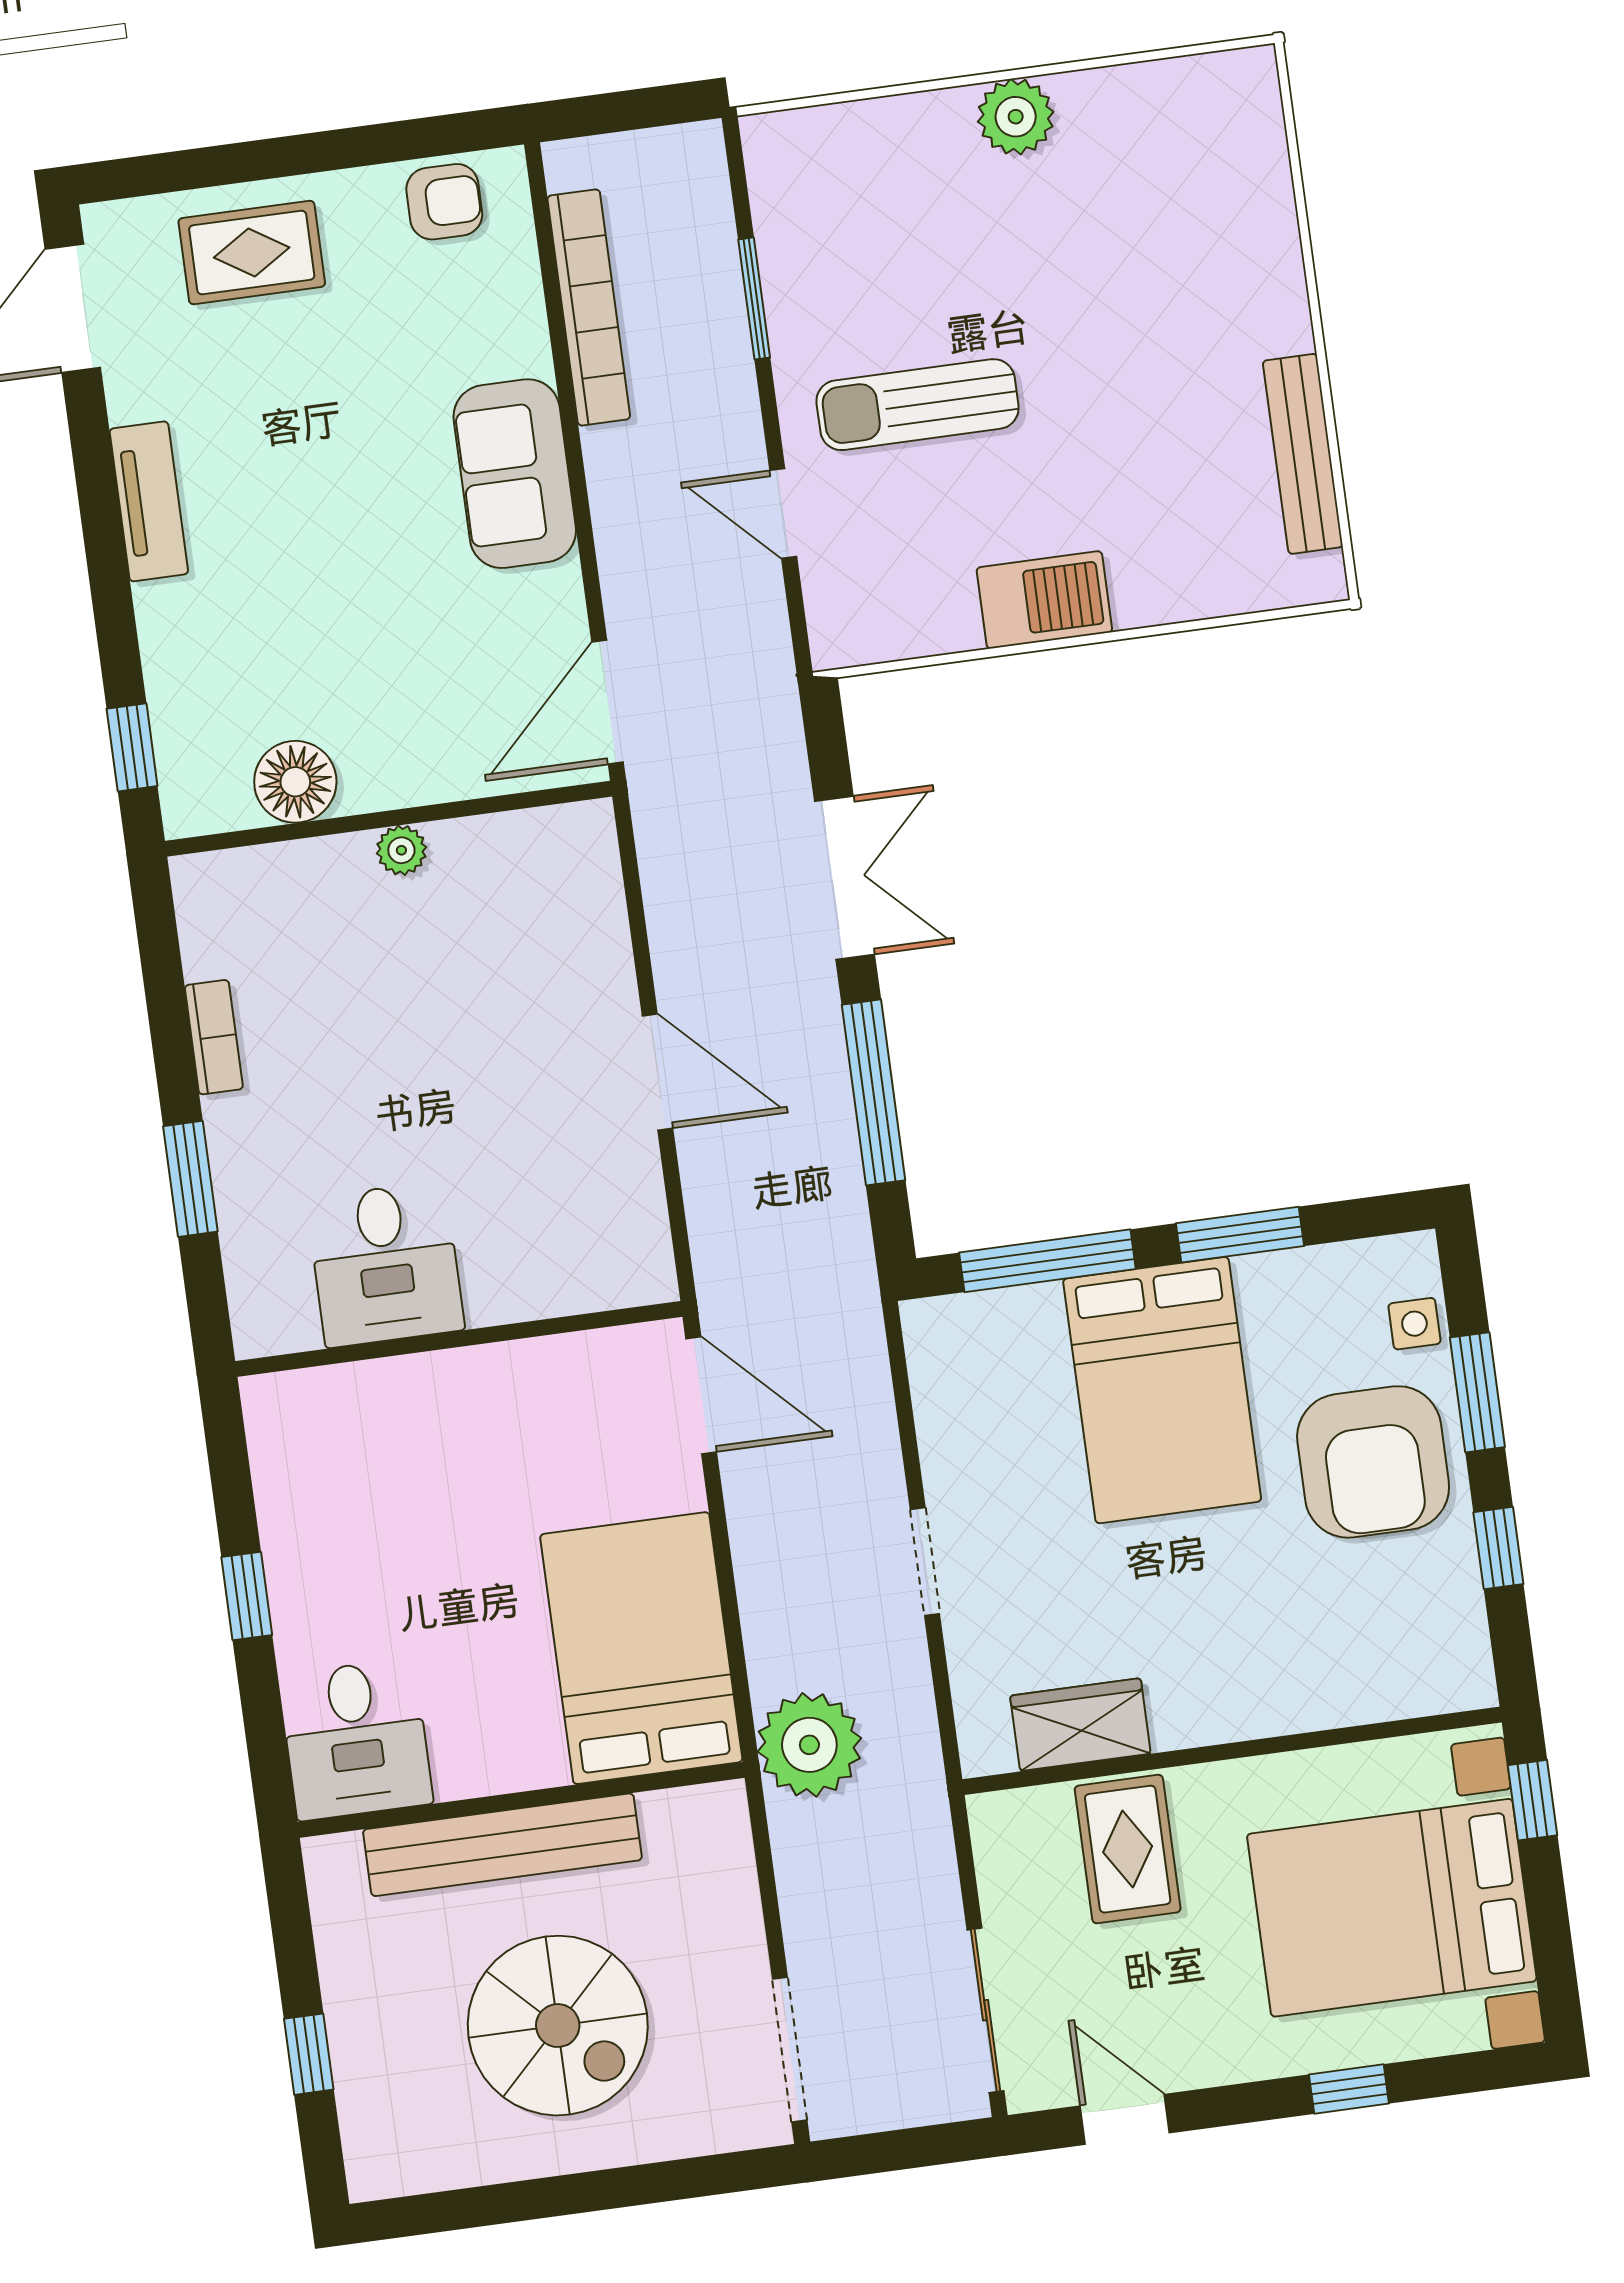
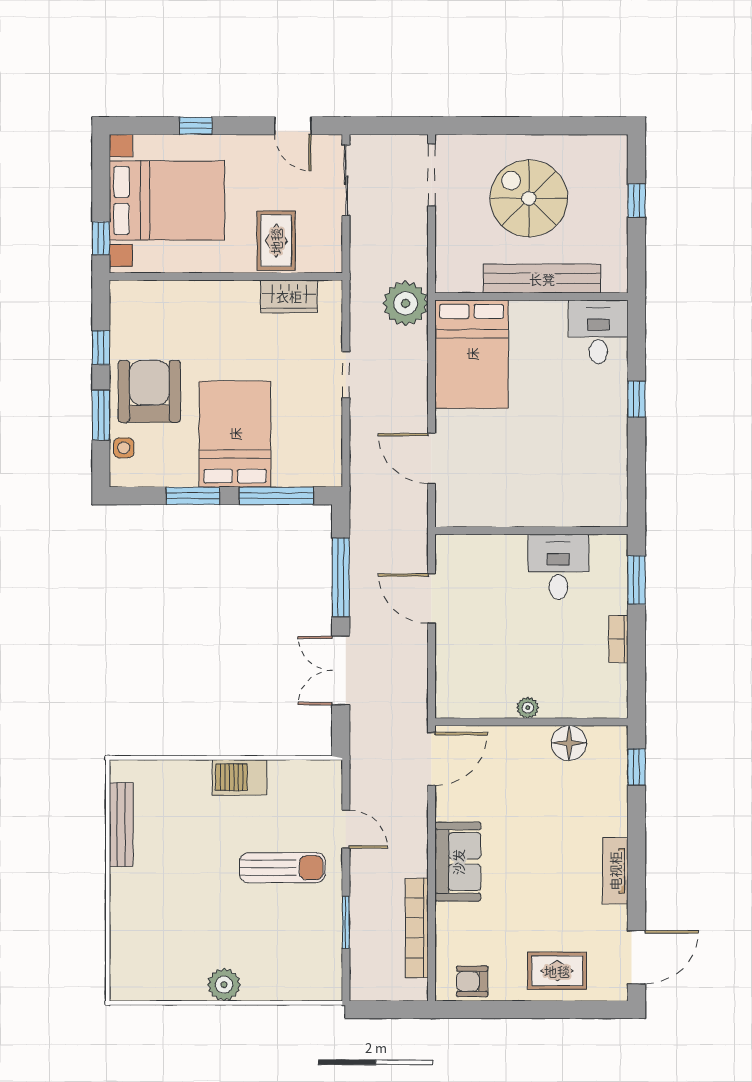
desk: (385, 1264) -> (558, 567), moved
wall: (459, 1339) -> (531, 531), moved

